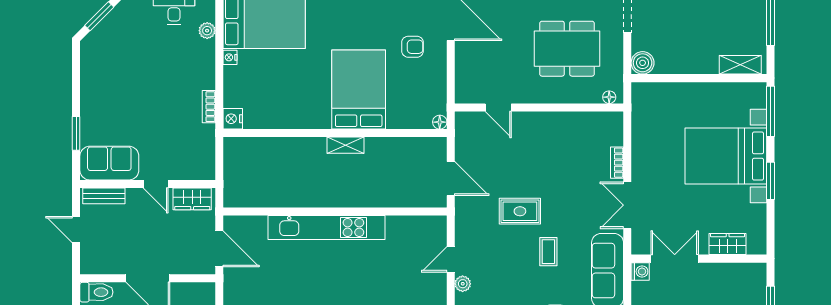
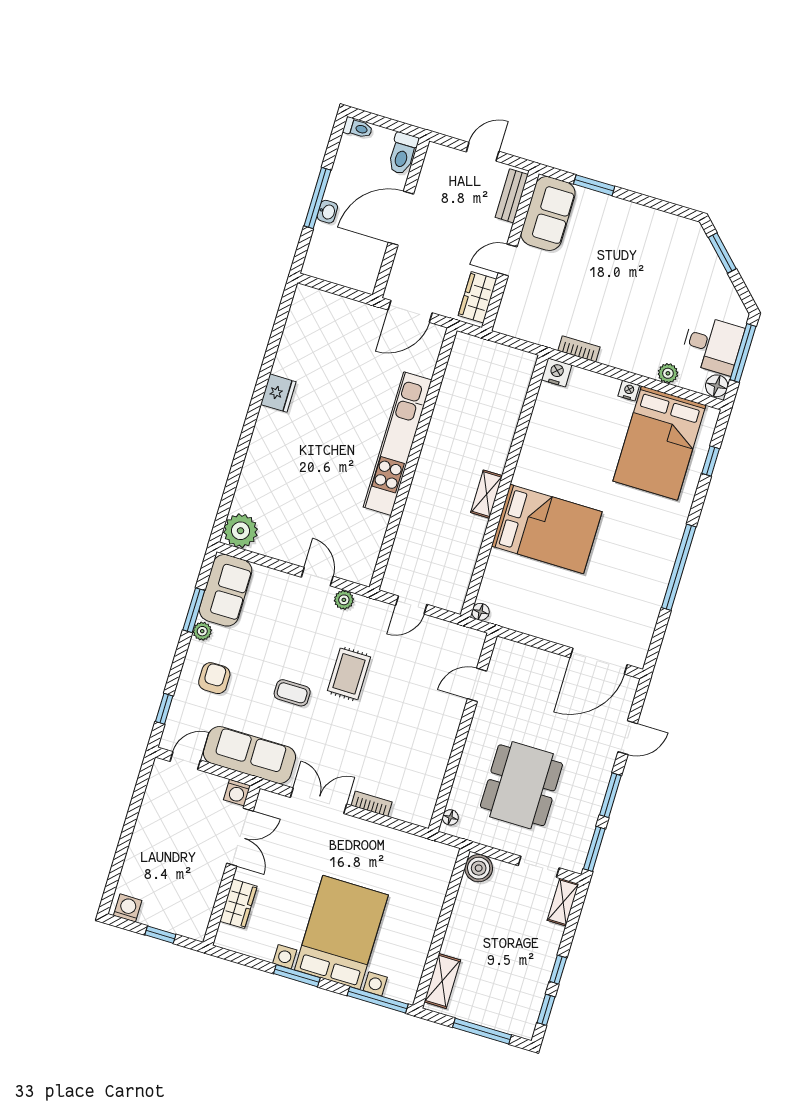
armchair: (413, 47) -> (578, 606), removed
door: (451, 178) -> (411, 605), width x0.73
plant: (463, 284) -> (344, 600), moved

